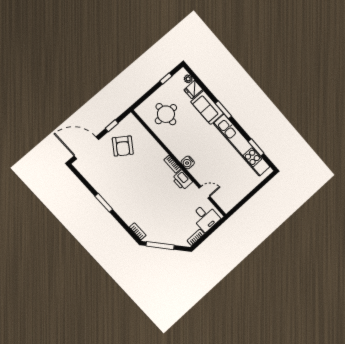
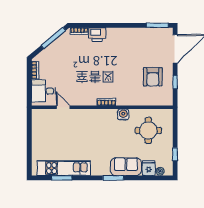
kitchen unit: (242, 145) -> (64, 168), width x0.73
armchair: (123, 146) -> (153, 77), turned -125
water cooler: (188, 162) -> (123, 115), moved
printer: (182, 180) -> (97, 34), moved, turned 180
door: (204, 192) -> (63, 107), swing flipped
window: (104, 203) -> (157, 25), moved

